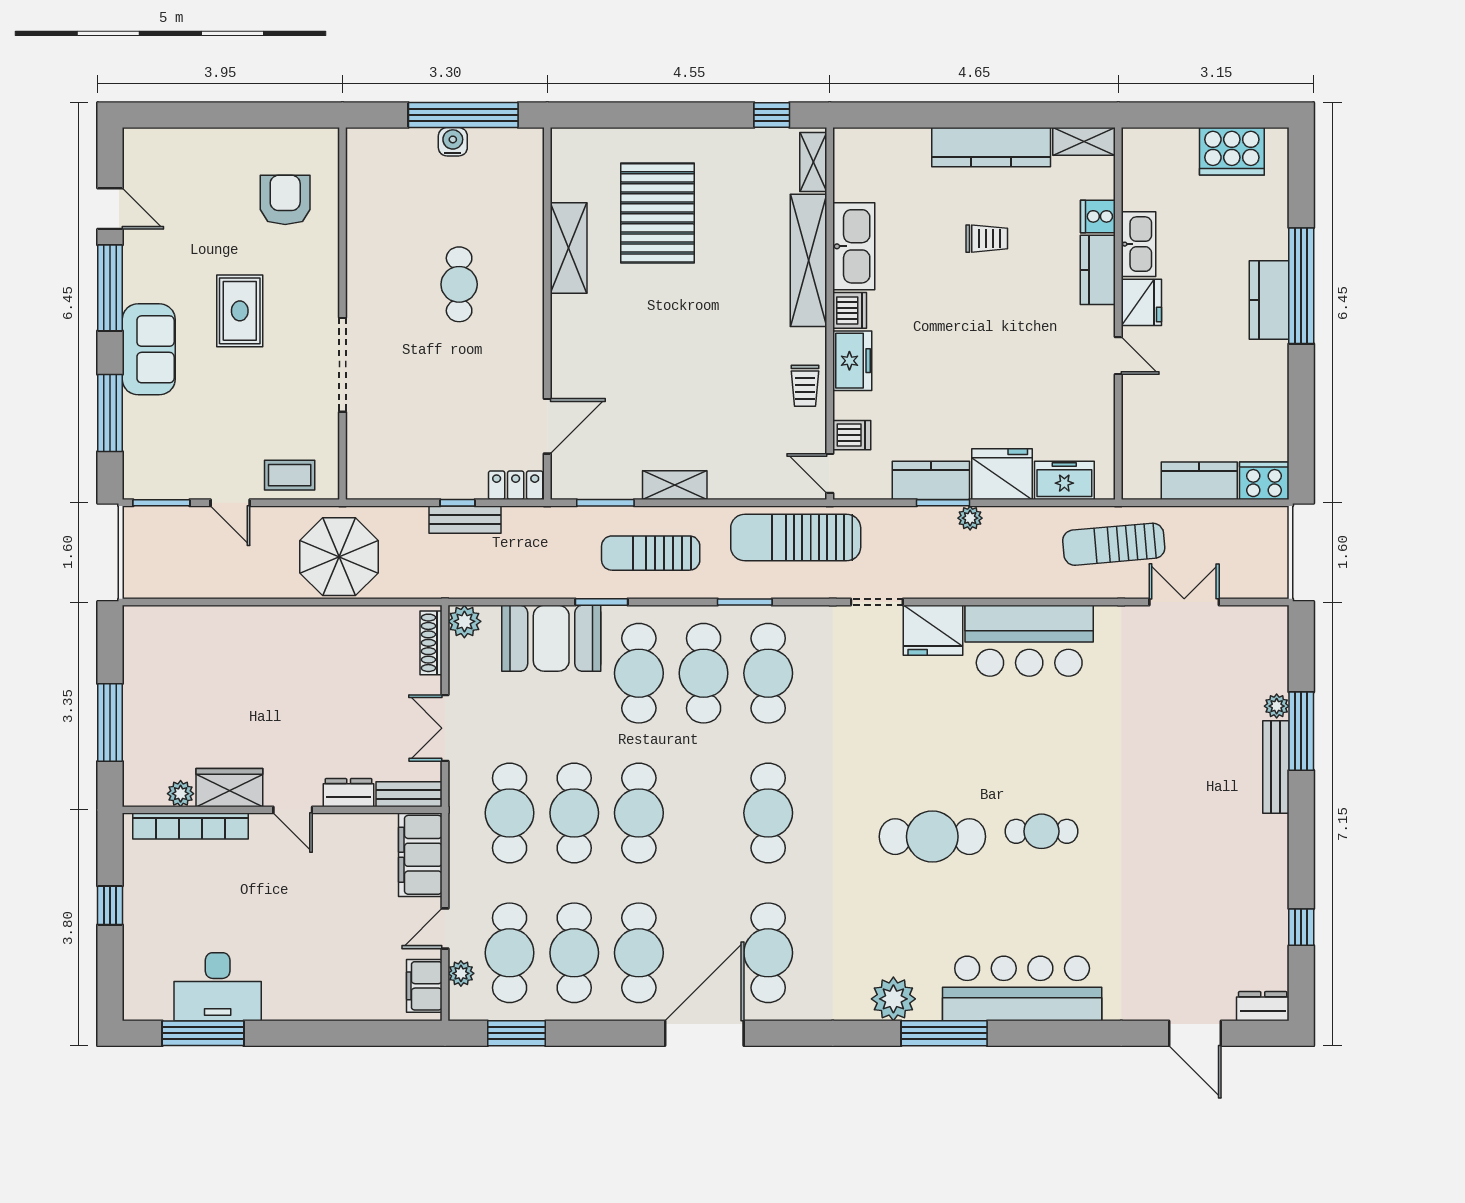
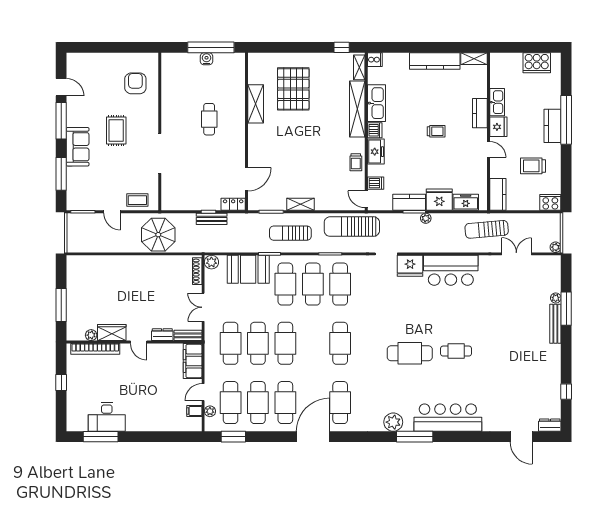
cooker: (1098, 216) -> (375, 60), moved, turned 180
trolley: (987, 239) -> (436, 131), moved
trolley: (1223, 394) -> (533, 166), added
kitchen counter: (1199, 481) -> (498, 194), moved, turned 90
plant: (1276, 586) -> (556, 247), added
filing cabinet: (424, 986) -> (194, 411), width x0.50

